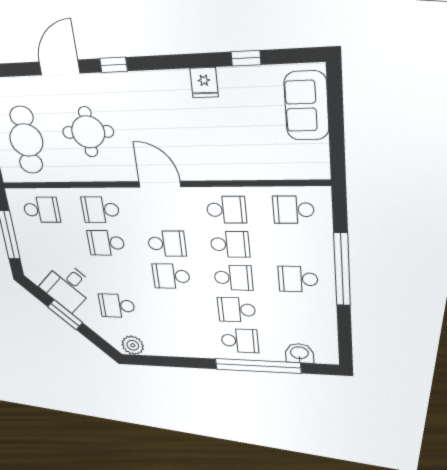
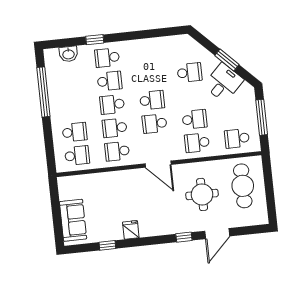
school desk: (101, 210) -> (197, 143), turned 180
window: (342, 269) -> (43, 92), moved
school desk: (298, 279) -> (75, 132), moved
plant: (133, 345) -> (180, 42), removed
window: (258, 366) -> (95, 40), width x0.32

